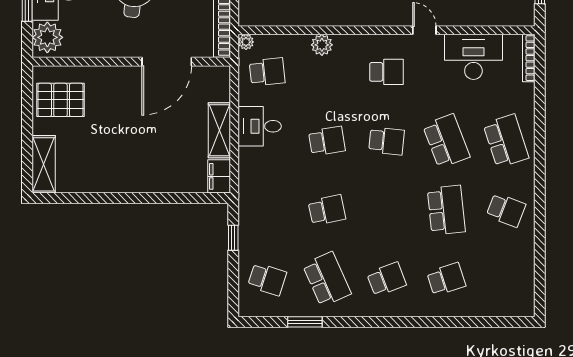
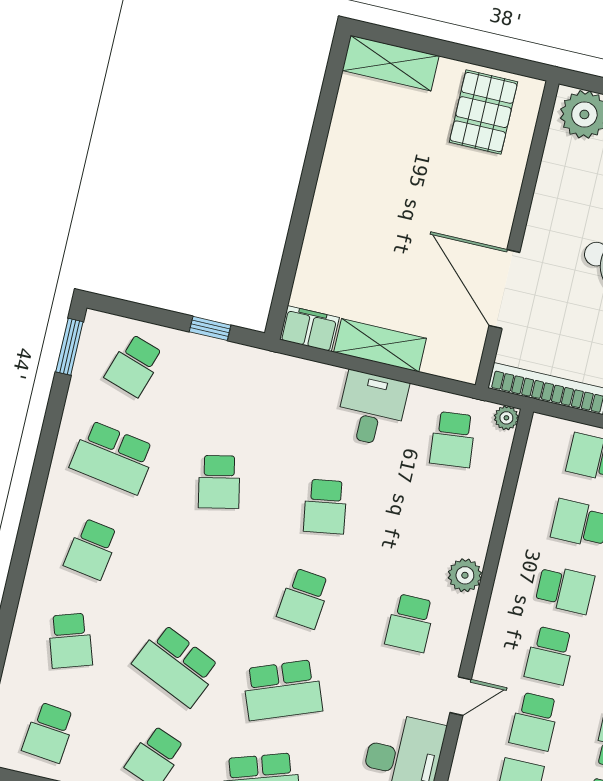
plant: (322, 45) -> (465, 575), moved
school desk: (446, 210) -> (176, 665), turned 30
school desk: (327, 279) -> (113, 457), turned 33
school desk: (387, 279) -> (92, 549), turned 30
school desk: (506, 279) -> (49, 732), added
window: (305, 322) -> (69, 347), moved

